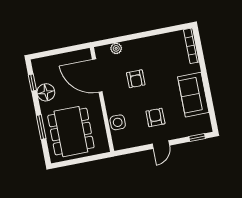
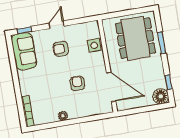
plant: (116, 48) -> (63, 116), moved
floor lamp: (46, 92) -> (161, 96), moved
sofa: (193, 95) -> (24, 51), moved
armchair: (155, 117) -> (61, 49), turned 90

